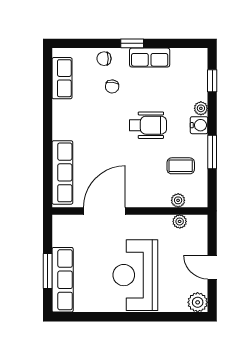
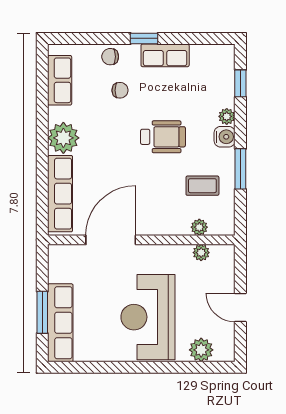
chair: (112, 87) -> (120, 90), turned -97
plant: (65, 126) -> (63, 138), added
plant: (198, 302) -> (201, 350), moved

